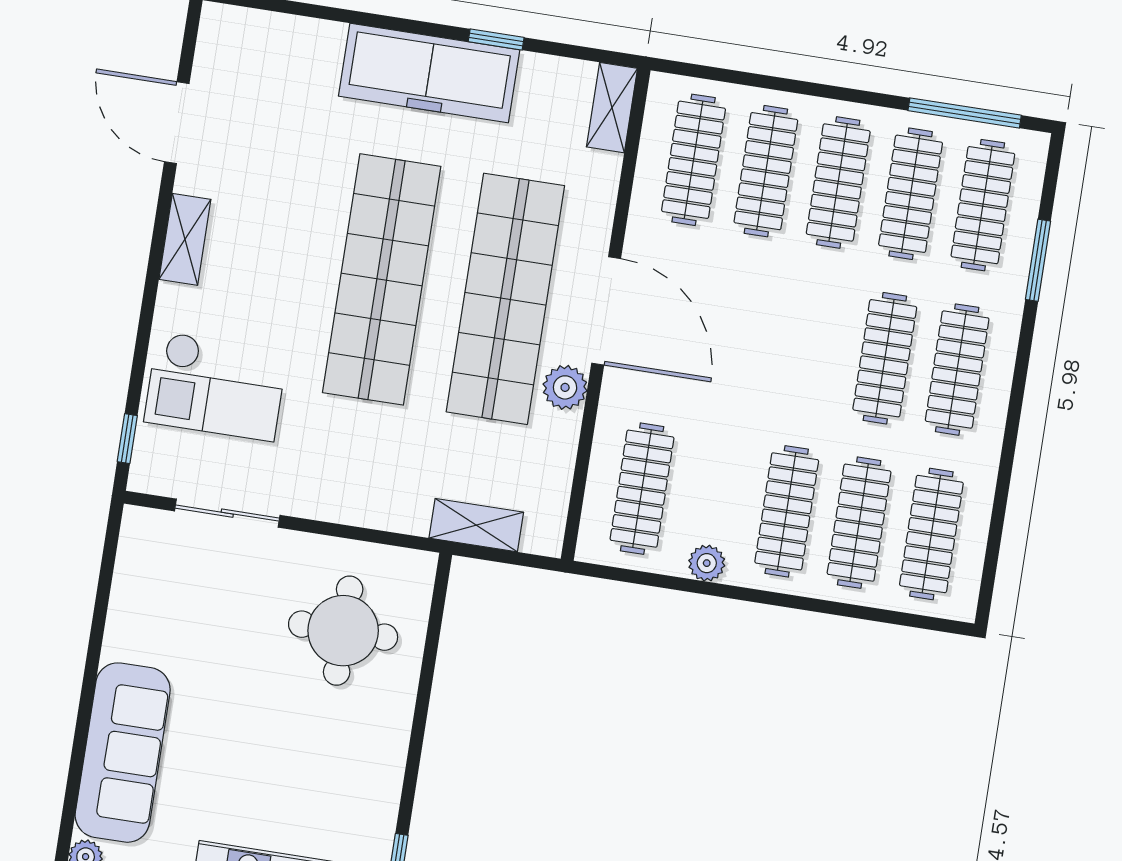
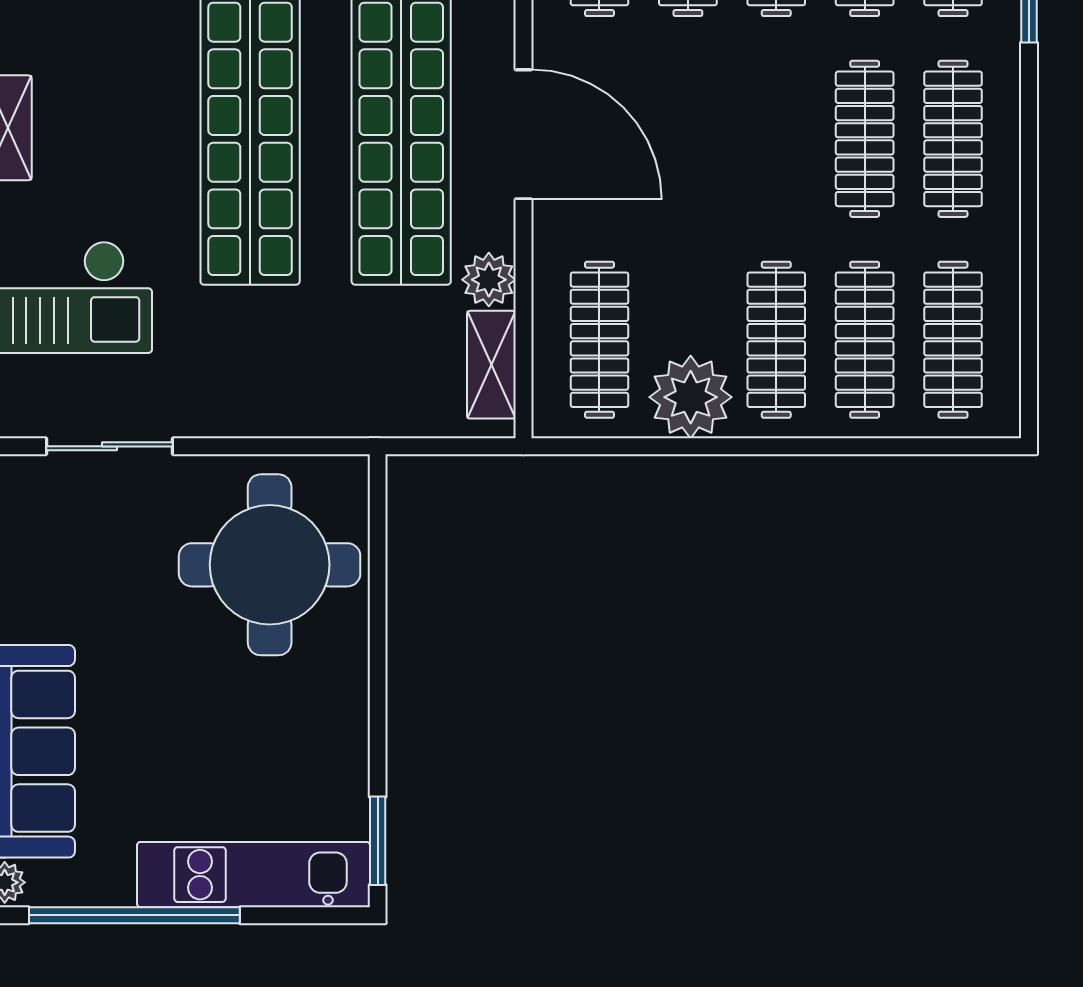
plant: (565, 387) -> (489, 280), moved
shelving: (476, 525) -> (491, 365), moved, turned 90
plant: (707, 563) -> (691, 397), width x1.88, depth x1.88
round table: (343, 631) -> (270, 565), width x1.36, depth x1.36

